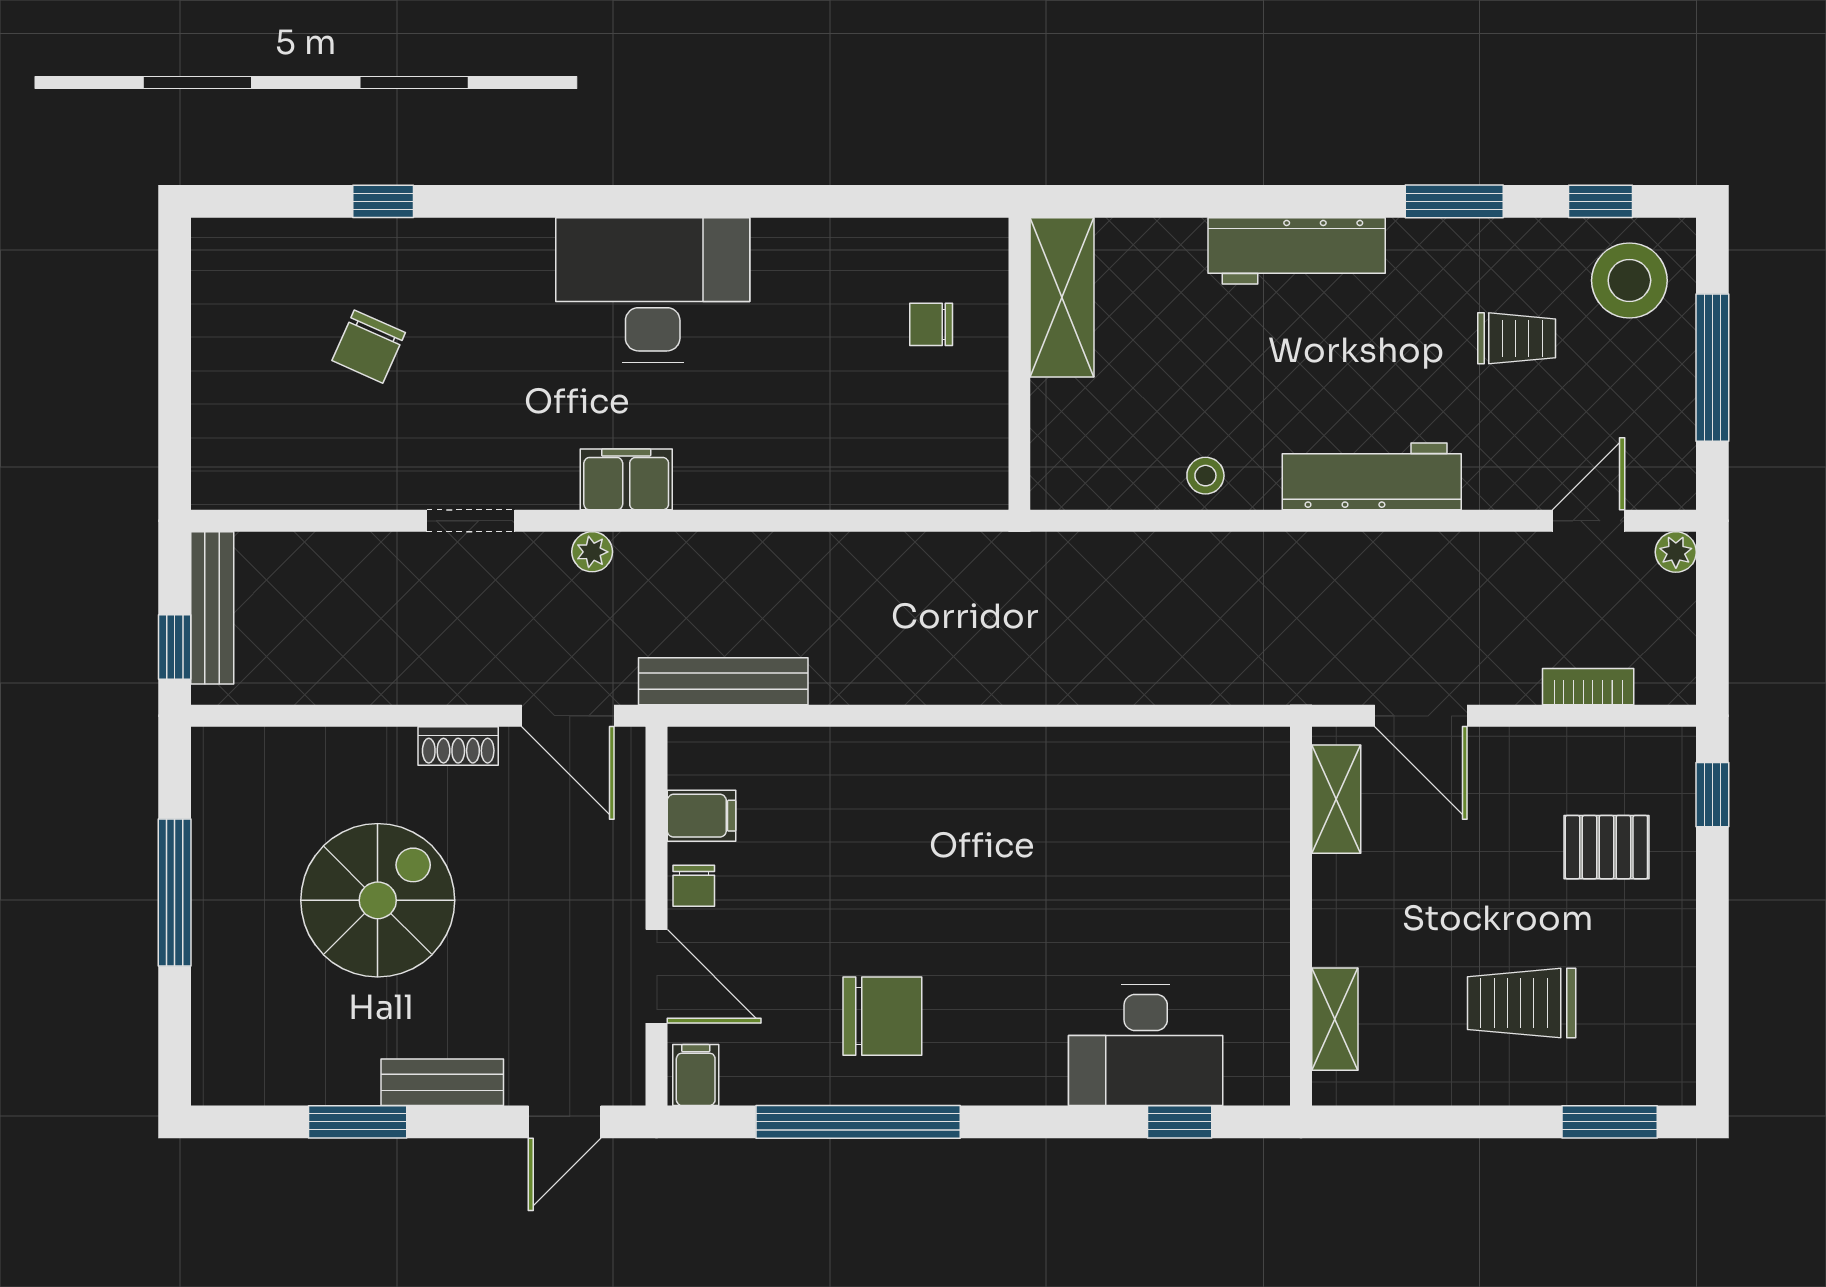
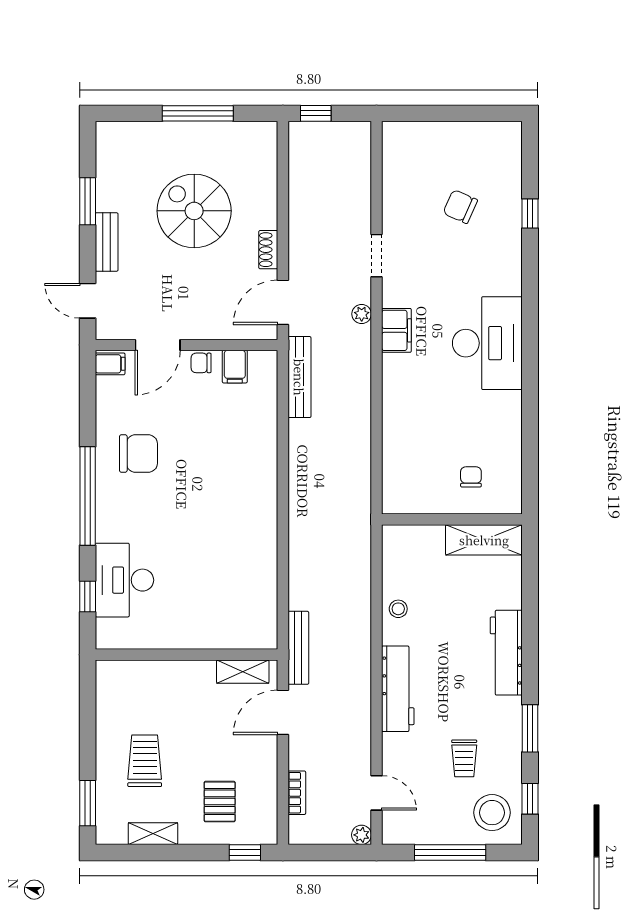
bench: (212, 608) -> (298, 648), moved, turned 90
spiral stairs: (378, 900) -> (194, 211), turned 180
chair: (882, 1016) -> (138, 454), turned -90
shelving: (1335, 1019) -> (153, 834), moved
window: (858, 1122) -> (88, 496), moved

